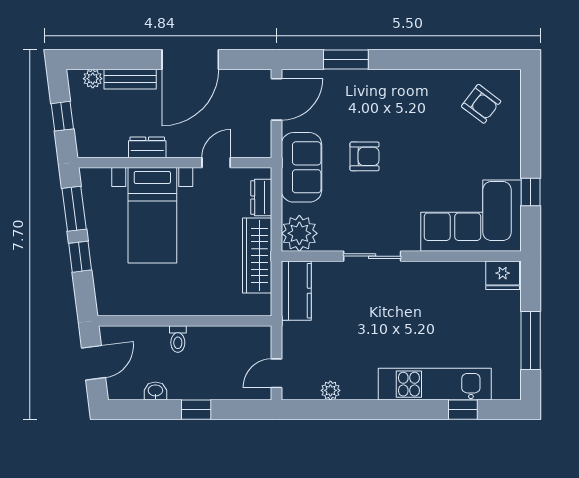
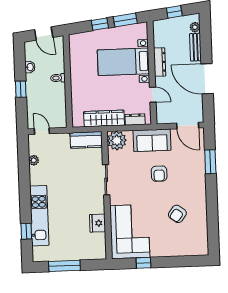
armchair: (481, 104) -> (177, 214), moved
dresser: (147, 147) -> (160, 62), width x1.44
fridge: (503, 275) -> (98, 223), moved

